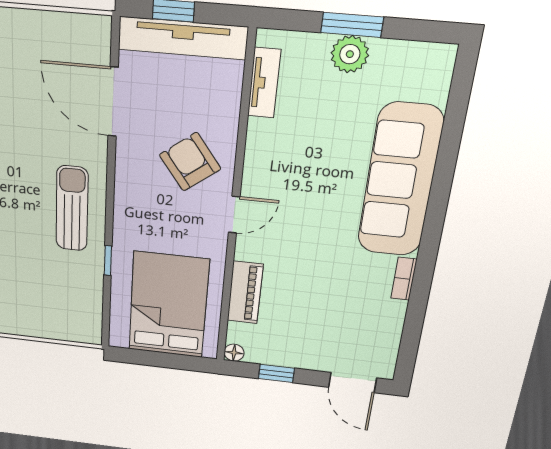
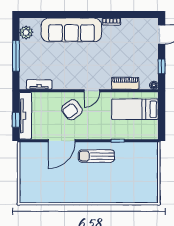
window: (352, 25) -> (16, 56), width x1.44
plant: (350, 54) -> (26, 32), moved
door: (113, 102) -> (62, 141), moved
door: (234, 215) -> (92, 91), swing flipped
bed: (168, 305) -> (135, 109), width x0.67

